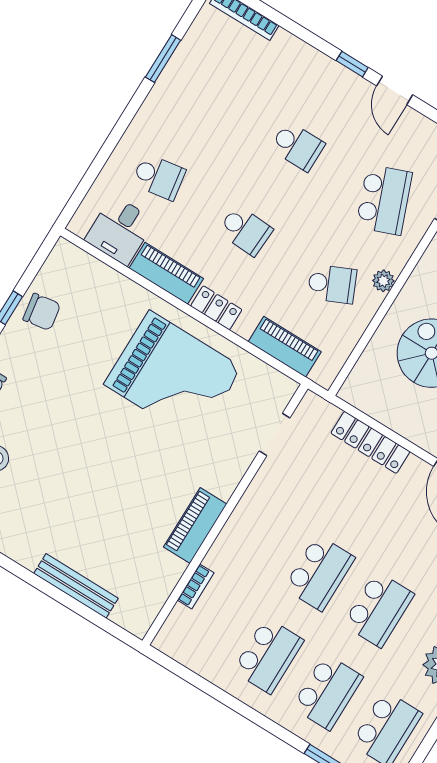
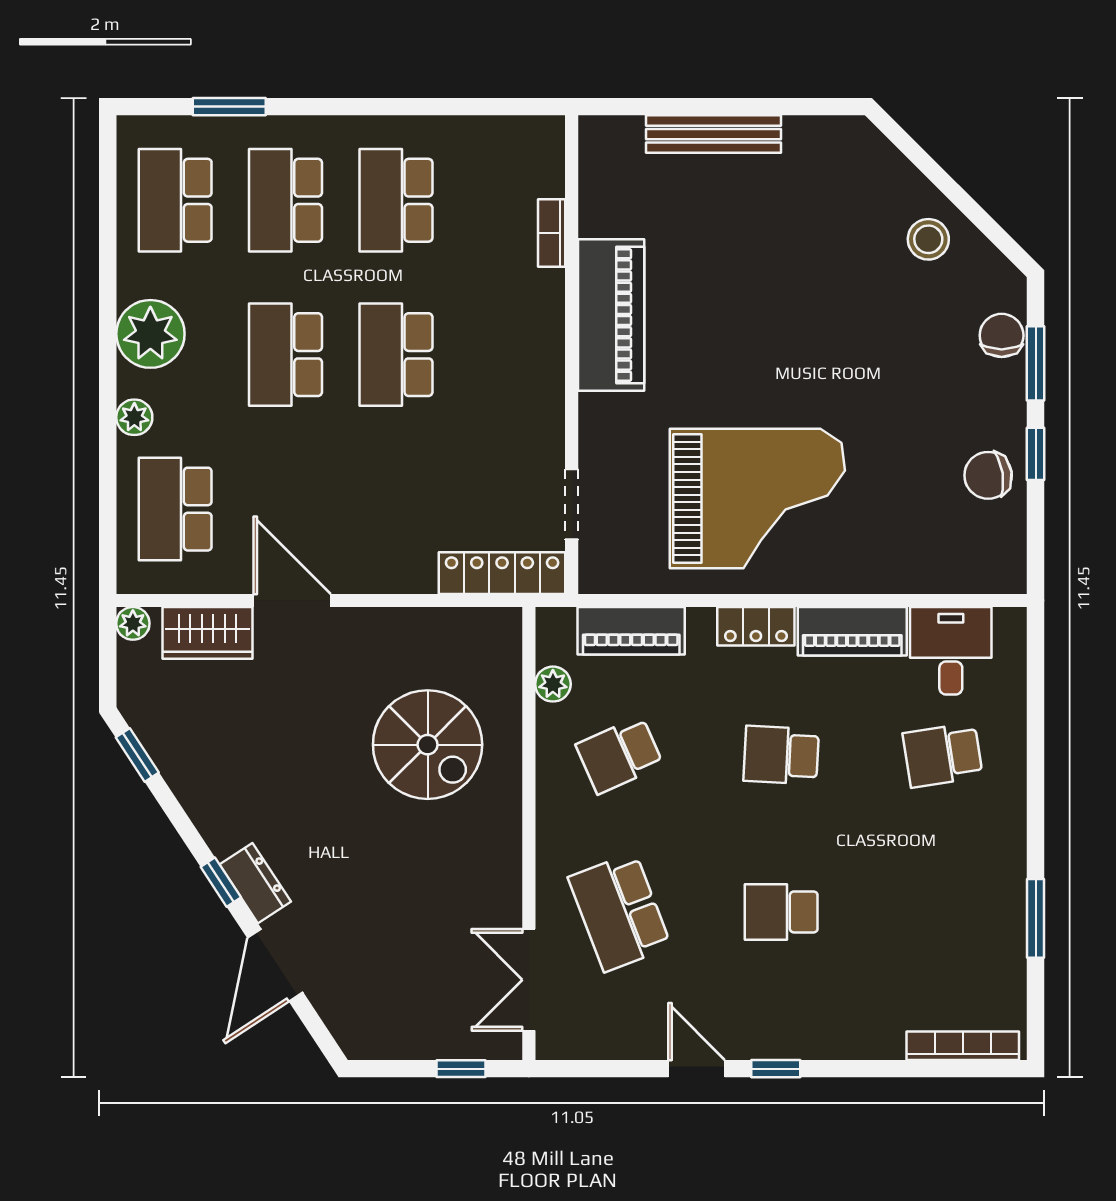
plant: (383, 281) -> (553, 684), moved
grand piano: (173, 376) -> (757, 498), turned 180
locker: (370, 442) -> (502, 573), moved
piano: (195, 525) -> (611, 315), width x1.37, depth x1.33

